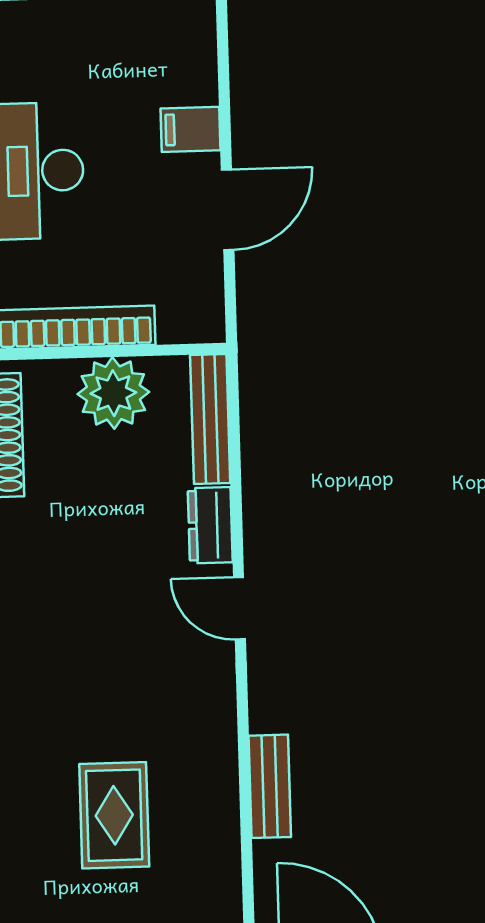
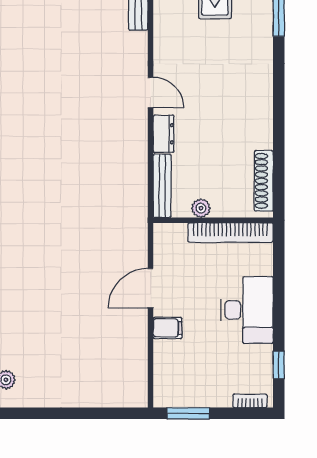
plant: (113, 393) -> (201, 208), width x0.53, depth x0.53

